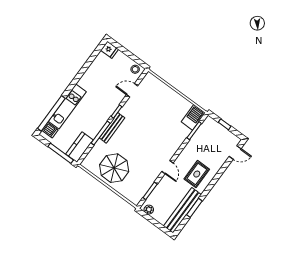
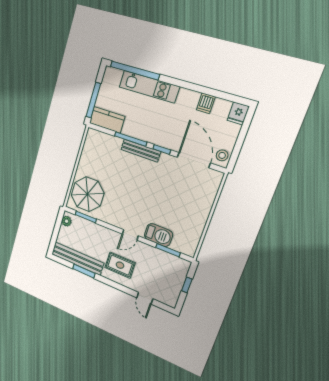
door: (132, 90) -> (194, 160), width x1.88
barbecue: (193, 117) -> (158, 235), moved
dishwasher: (50, 130) -> (206, 103), moved
door: (235, 153) -> (145, 298), moved
door: (167, 167) -> (130, 235), moved
parasol: (114, 168) -> (88, 194), moved

